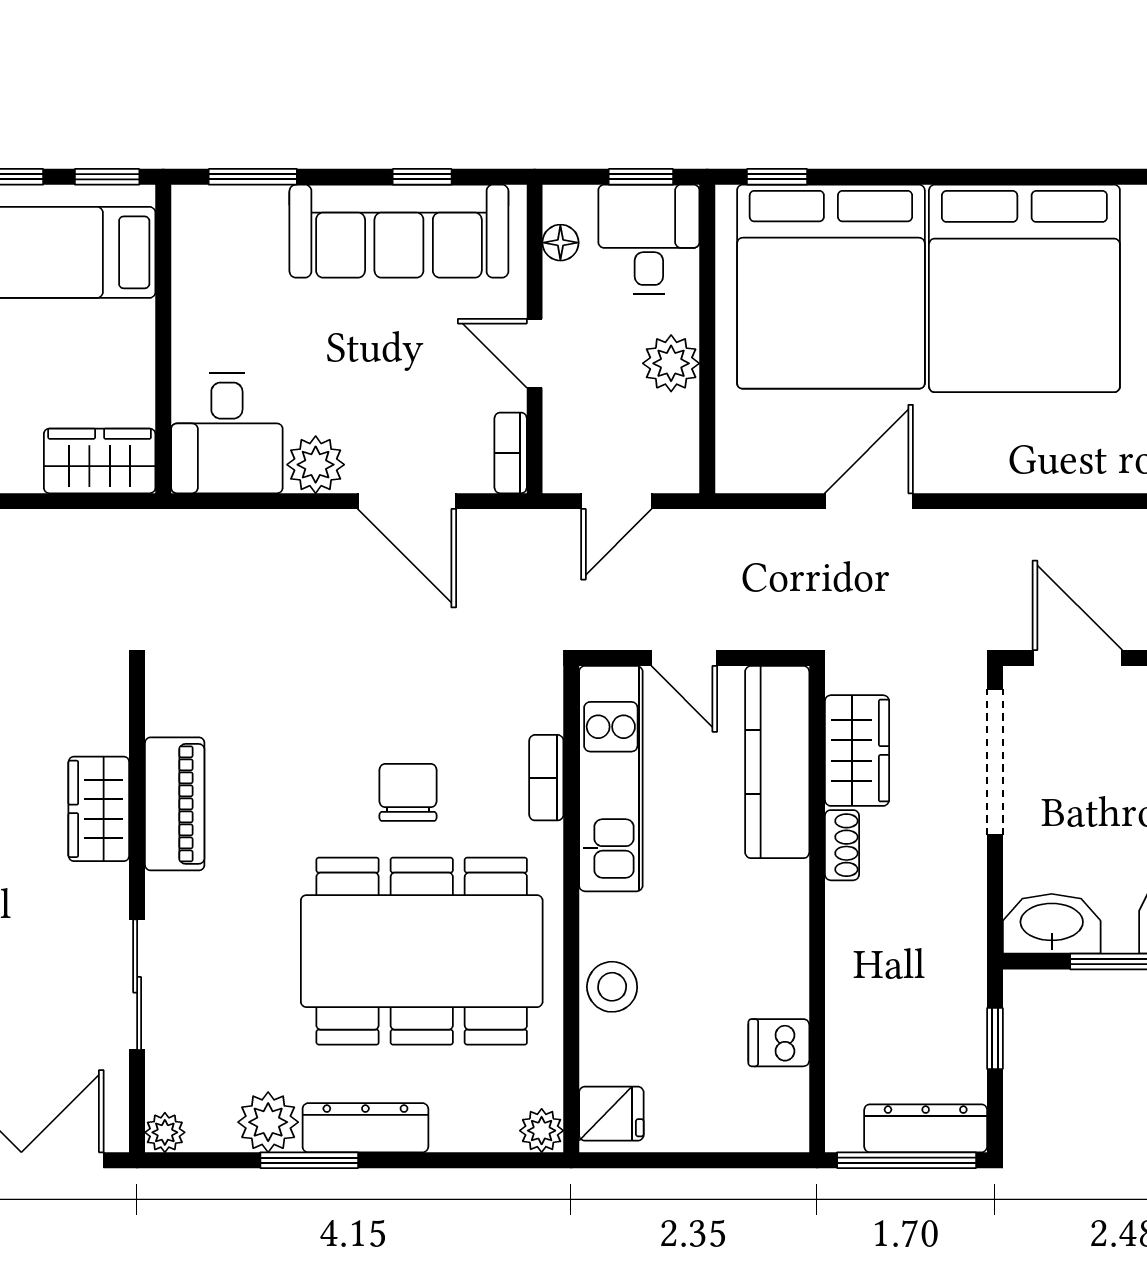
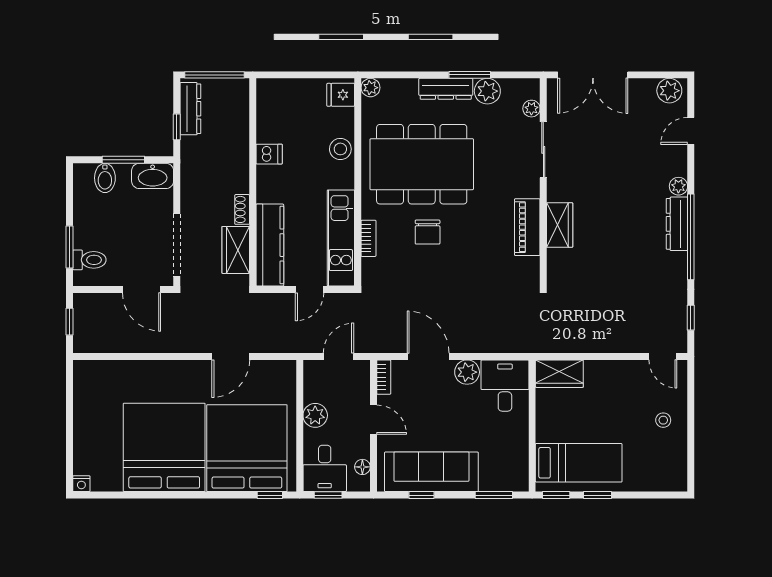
door: (684, 658) -> (310, 289), swing flipped
dishwasher: (779, 1043) -> (269, 154), moved
dresser: (926, 1128) -> (190, 109), moved, turned -90
plant: (165, 1132) -> (531, 109), moved

